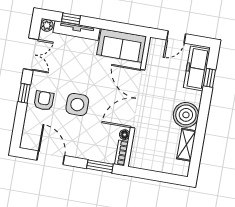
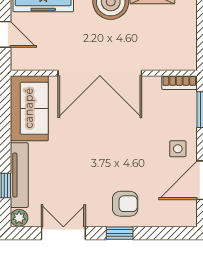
armchair: (44, 101) -> (125, 204), turned 180
side table: (77, 105) -> (178, 149), moved, width x0.54, depth x0.54
floor lamp: (125, 135) -> (153, 83), removed

